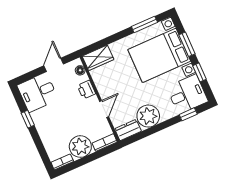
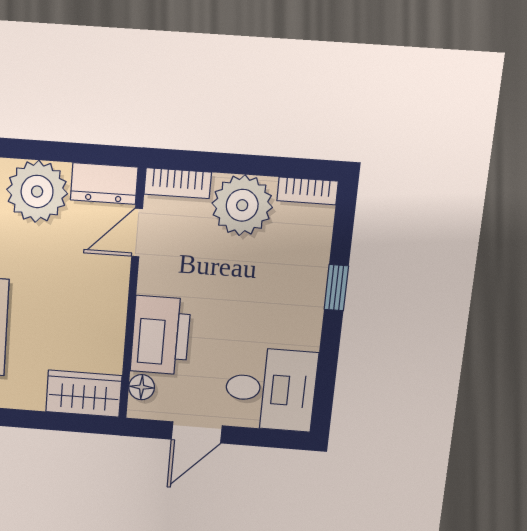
printer: (86, 90) -> (161, 335), width x1.87, depth x1.48
door: (104, 109) -> (137, 233), moved
window: (28, 119) -> (336, 288), moved

